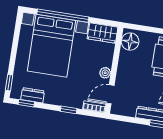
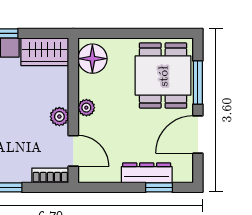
plant: (122, 70) -> (86, 108), added
door: (110, 94) -> (73, 151), swing flipped

